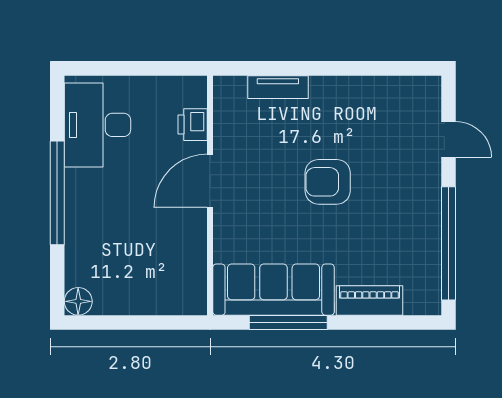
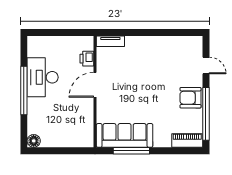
tv unit: (278, 87) -> (110, 41), moved
desk: (97, 125) -> (43, 77), moved
armchair: (328, 182) -> (191, 98), moved
piano: (370, 301) -> (187, 141), moved

